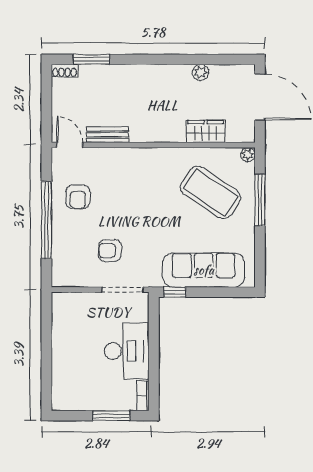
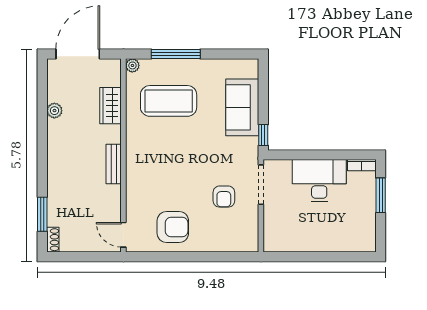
bench: (108, 135) -> (114, 164), moved
door: (70, 145) -> (123, 235), hinge flipped
coffee table: (211, 192) -> (169, 101), turned 56
armchair: (78, 197) -> (173, 227), width x1.38, depth x1.38
window: (46, 220) -> (195, 257), removed
sofa: (204, 270) -> (242, 107), width x0.73

